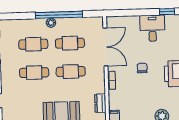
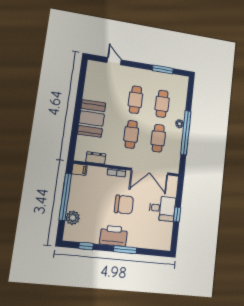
window: (167, 12) -> (177, 214), moved
desk: (152, 28) -> (162, 208), moved
chair: (142, 68) -> (124, 205), width x1.87, depth x1.87

